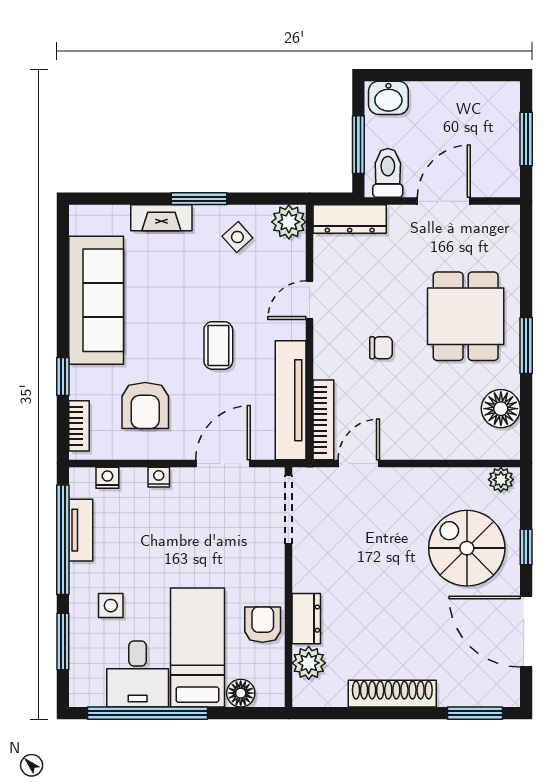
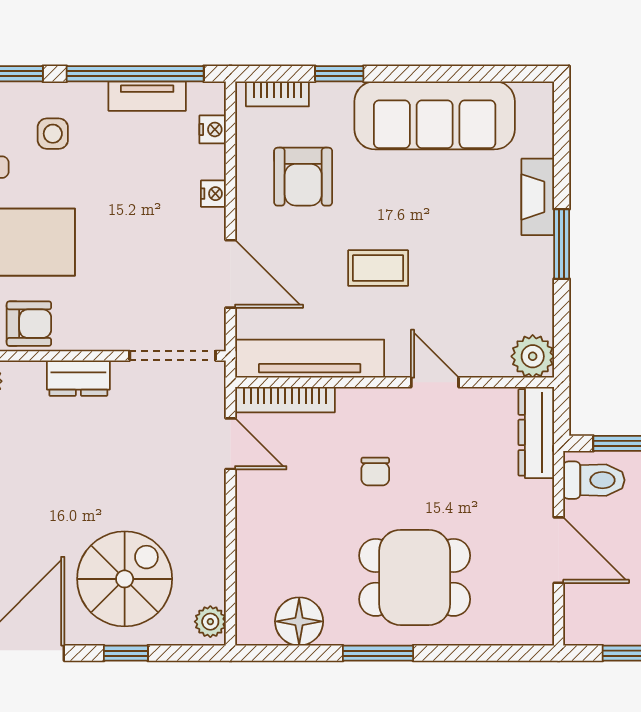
side table: (237, 237) -> (514, 292), removed
armchair: (145, 405) -> (303, 177), turned -90
dresser: (306, 619) -> (78, 378), moved

